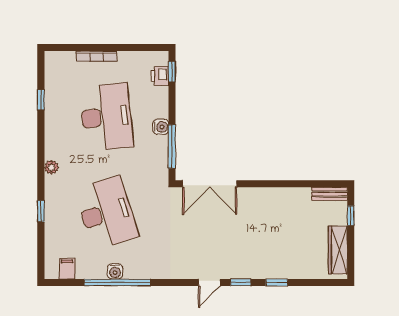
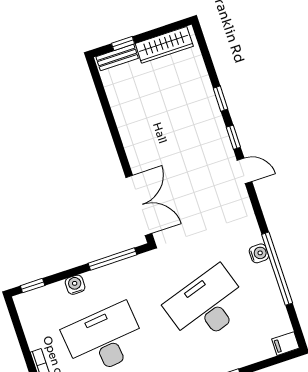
printer: (160, 76) -> (42, 297), removed
water cooler: (161, 127) -> (75, 285), moved
bench: (329, 194) -> (117, 57), moved, turned 90
filing cabinet: (67, 269) -> (286, 344), moved
water cooler: (115, 271) -> (259, 253), moved

